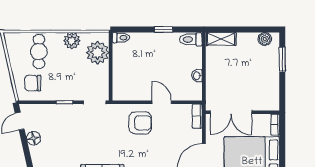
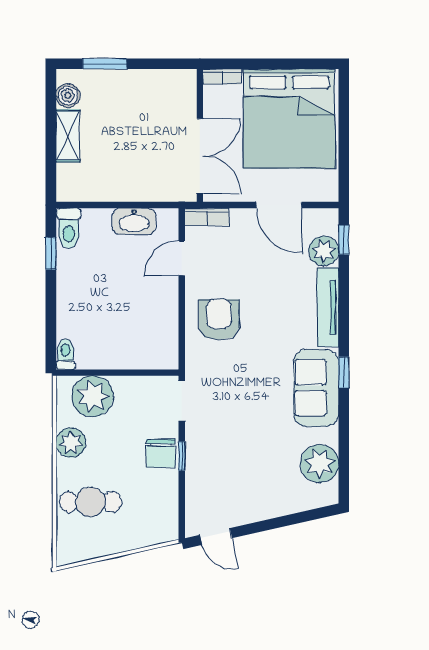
window: (164, 29) -> (51, 253), moved
shelving: (221, 39) -> (68, 136), moved
washbasin: (197, 76) -> (134, 221), width x1.91, depth x1.45
chair: (33, 83) -> (161, 453), moved
door: (162, 102) -> (182, 258), moved
floor lamp: (34, 138) -> (247, 512), removed

